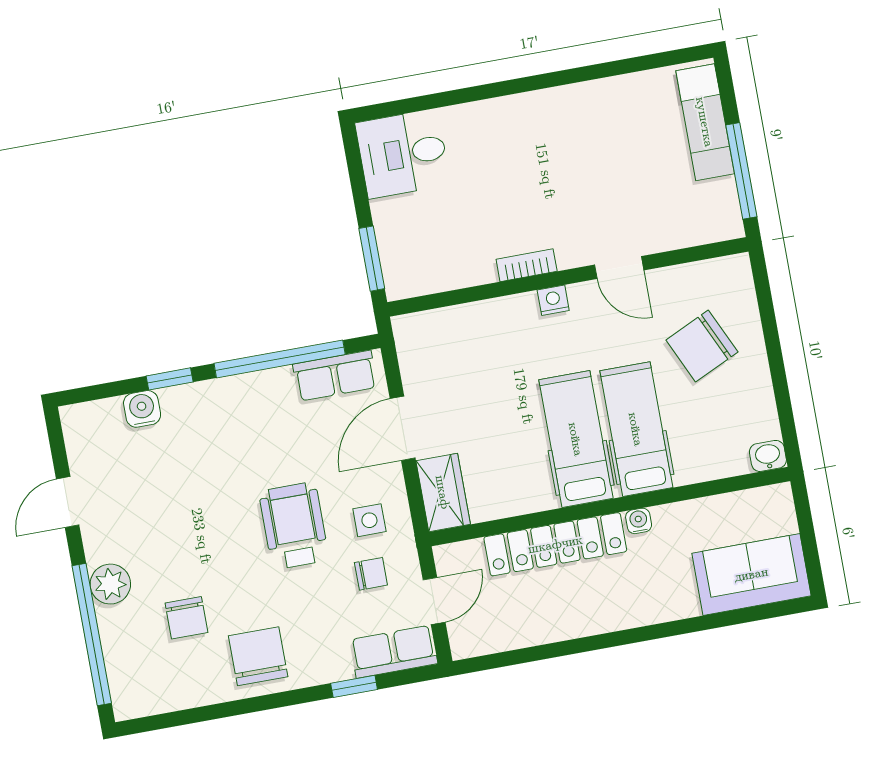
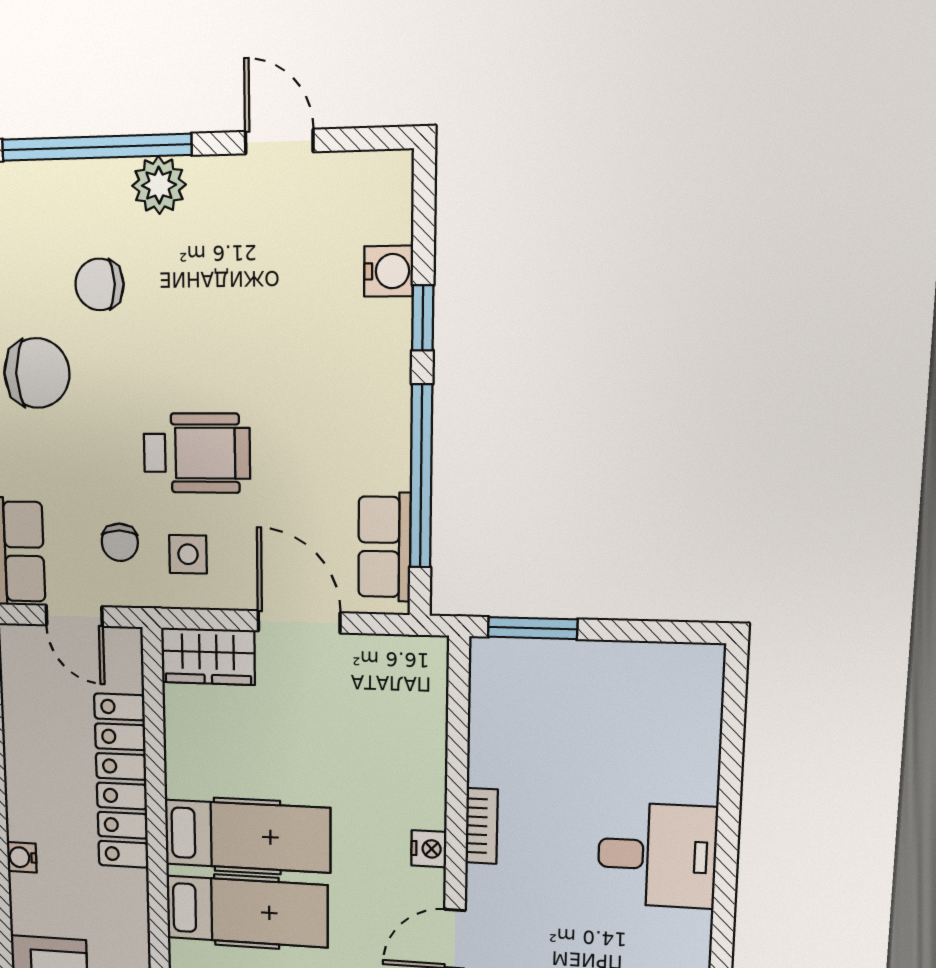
desk: (403, 154) -> (657, 855), moved, turned 90
water cooler: (639, 521) -> (22, 857), moved, turned 180

